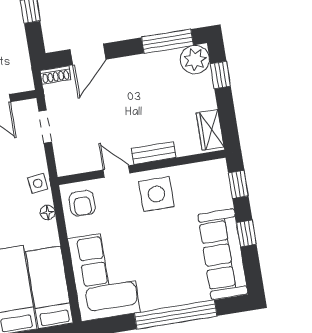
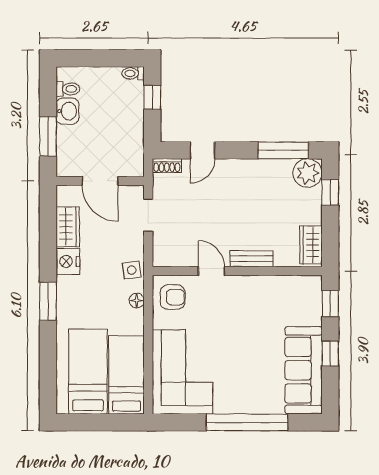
door: (88, 54) -> (202, 150), width x0.73
side table: (156, 194) -> (248, 300), removed
armchair: (82, 203) -> (173, 297), turned -90

